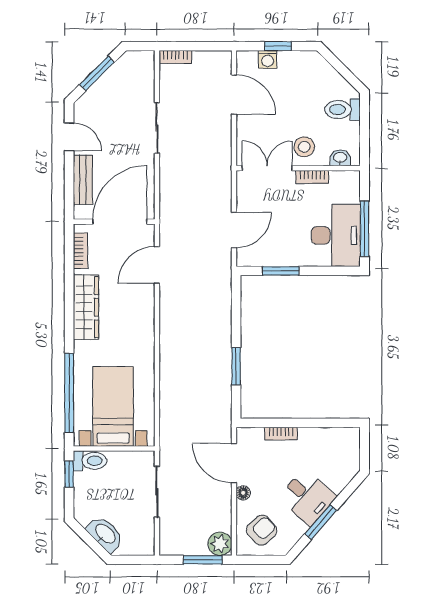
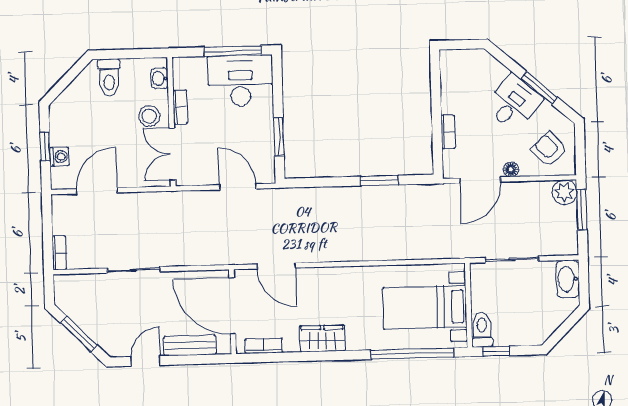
wardrobe: (86, 307) -> (322, 338), width x0.67
washbasin: (105, 534) -> (568, 279), moved, turned -45

